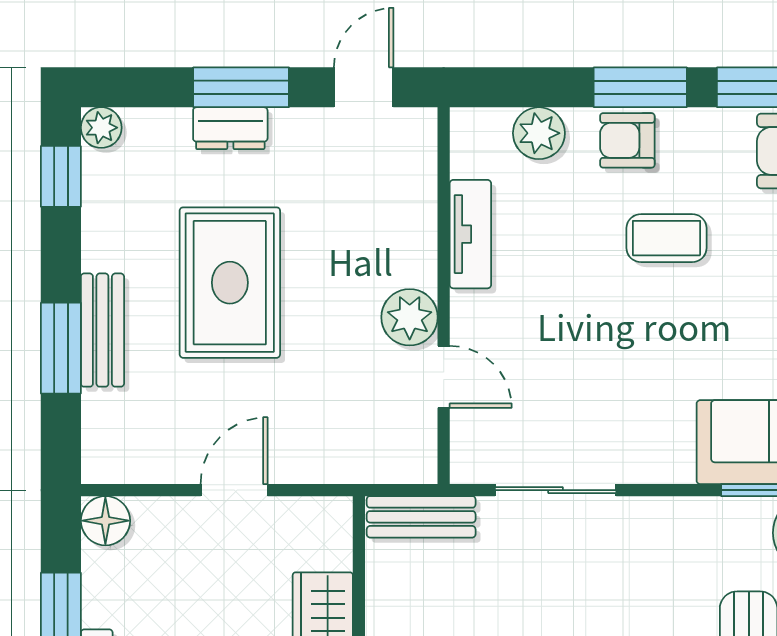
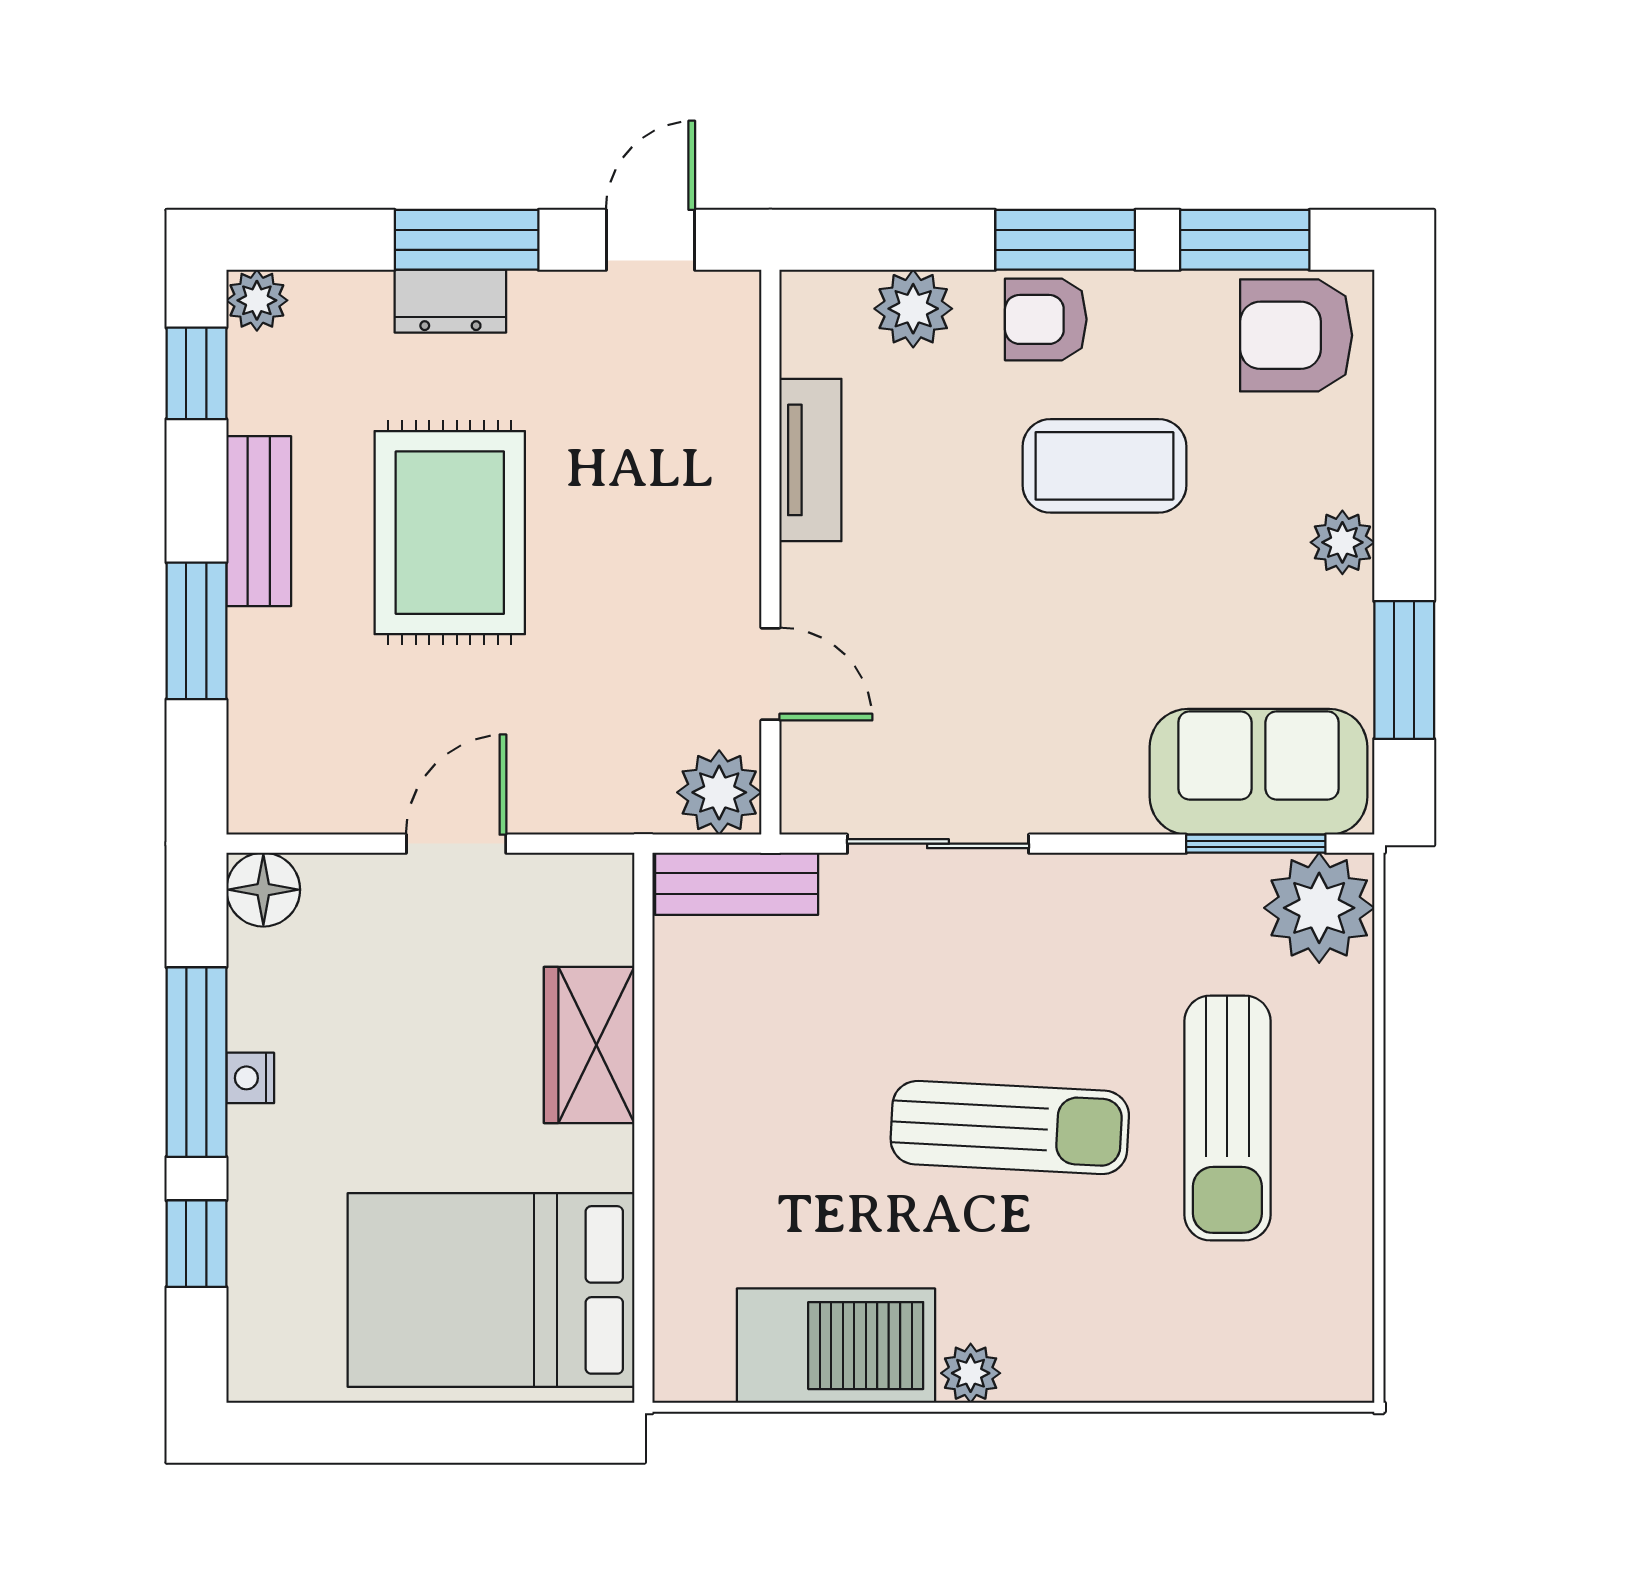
coffee table: (667, 238) -> (1104, 466), width x1.36, depth x1.30
plant: (410, 317) -> (719, 792), moved
bench: (102, 330) -> (259, 521), moved

